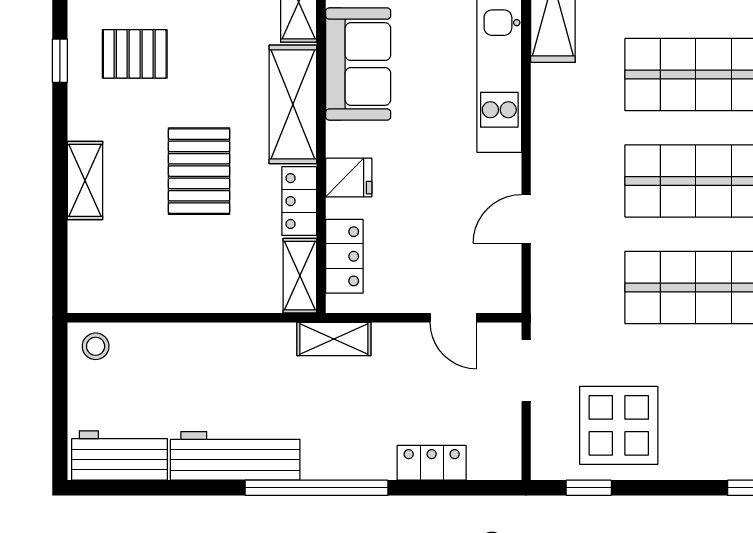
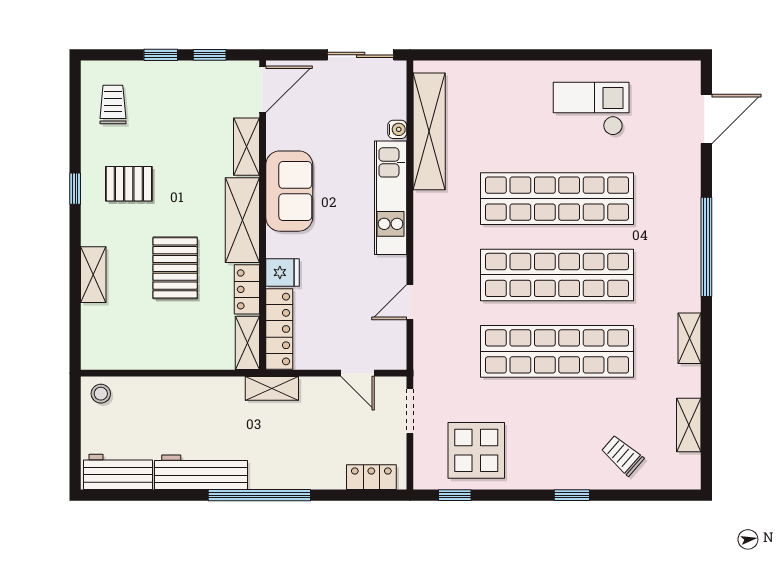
locker: (344, 256) -> (279, 329), width x1.53
locker: (432, 463) -> (371, 477), moved

